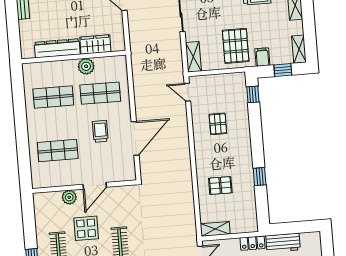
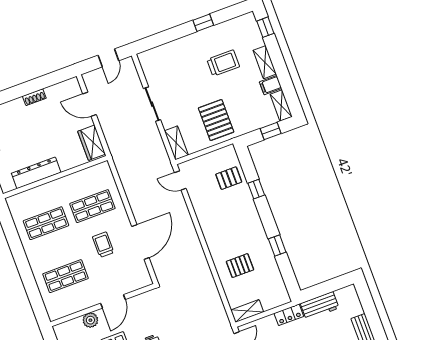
wardrobe: (95, 44) -> (92, 143), moved, turned -90
filing cabinet: (262, 57) -> (270, 85), moved, turned -90
plant: (86, 66) -> (70, 183), removed
window: (253, 94) -> (256, 189), moved
pallet: (218, 124) -> (229, 178), moved, turned 90

